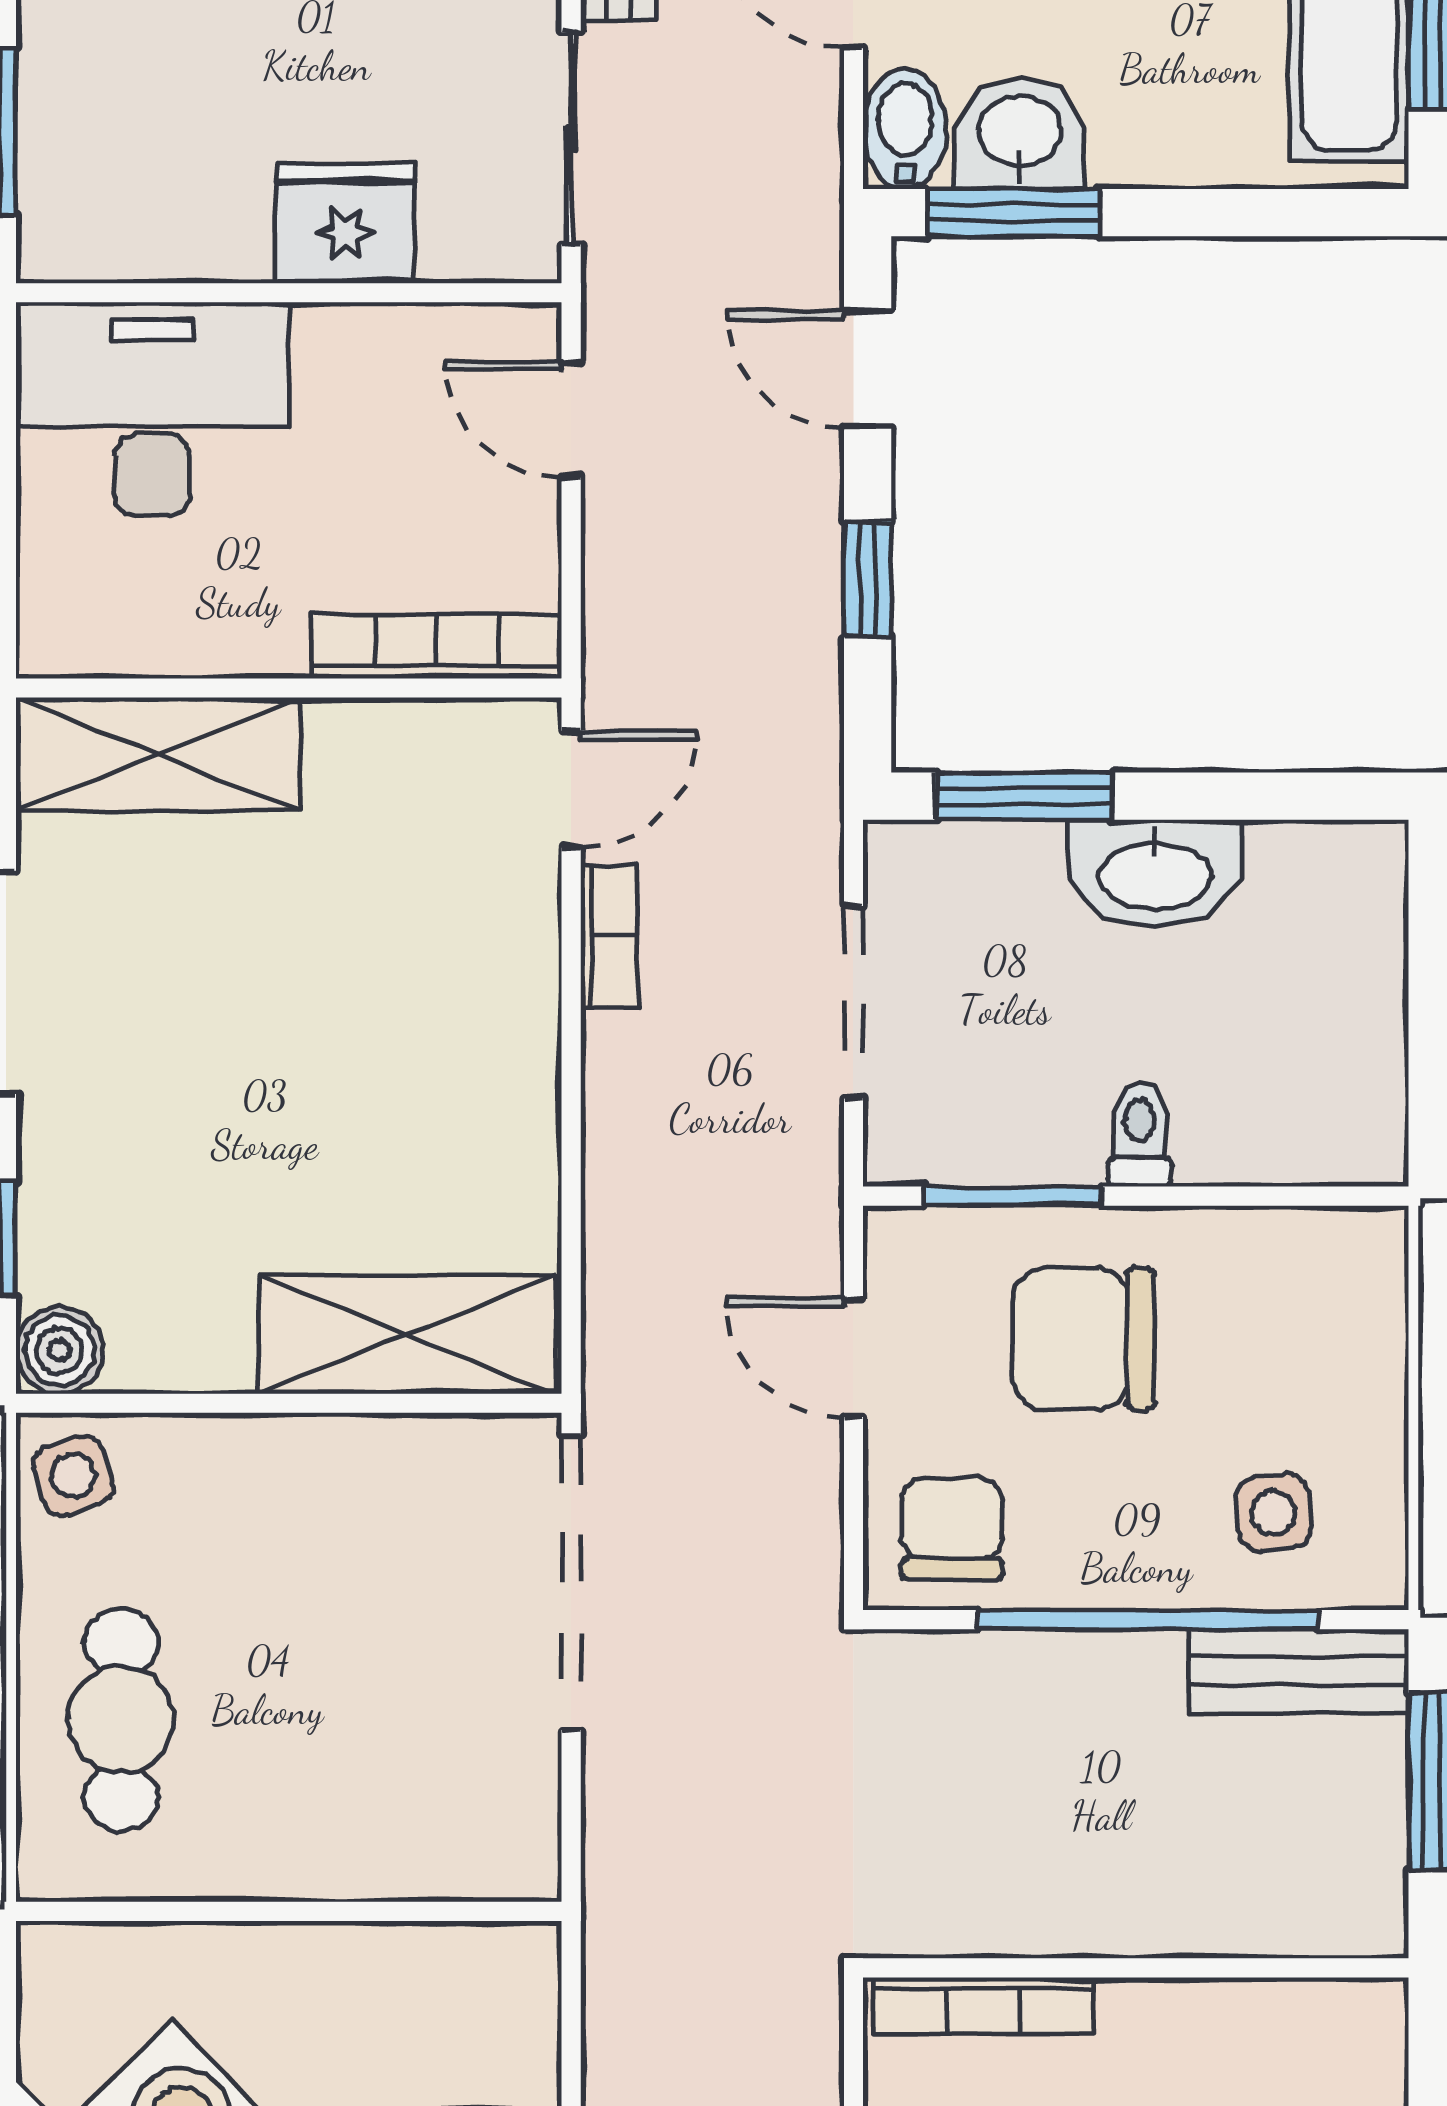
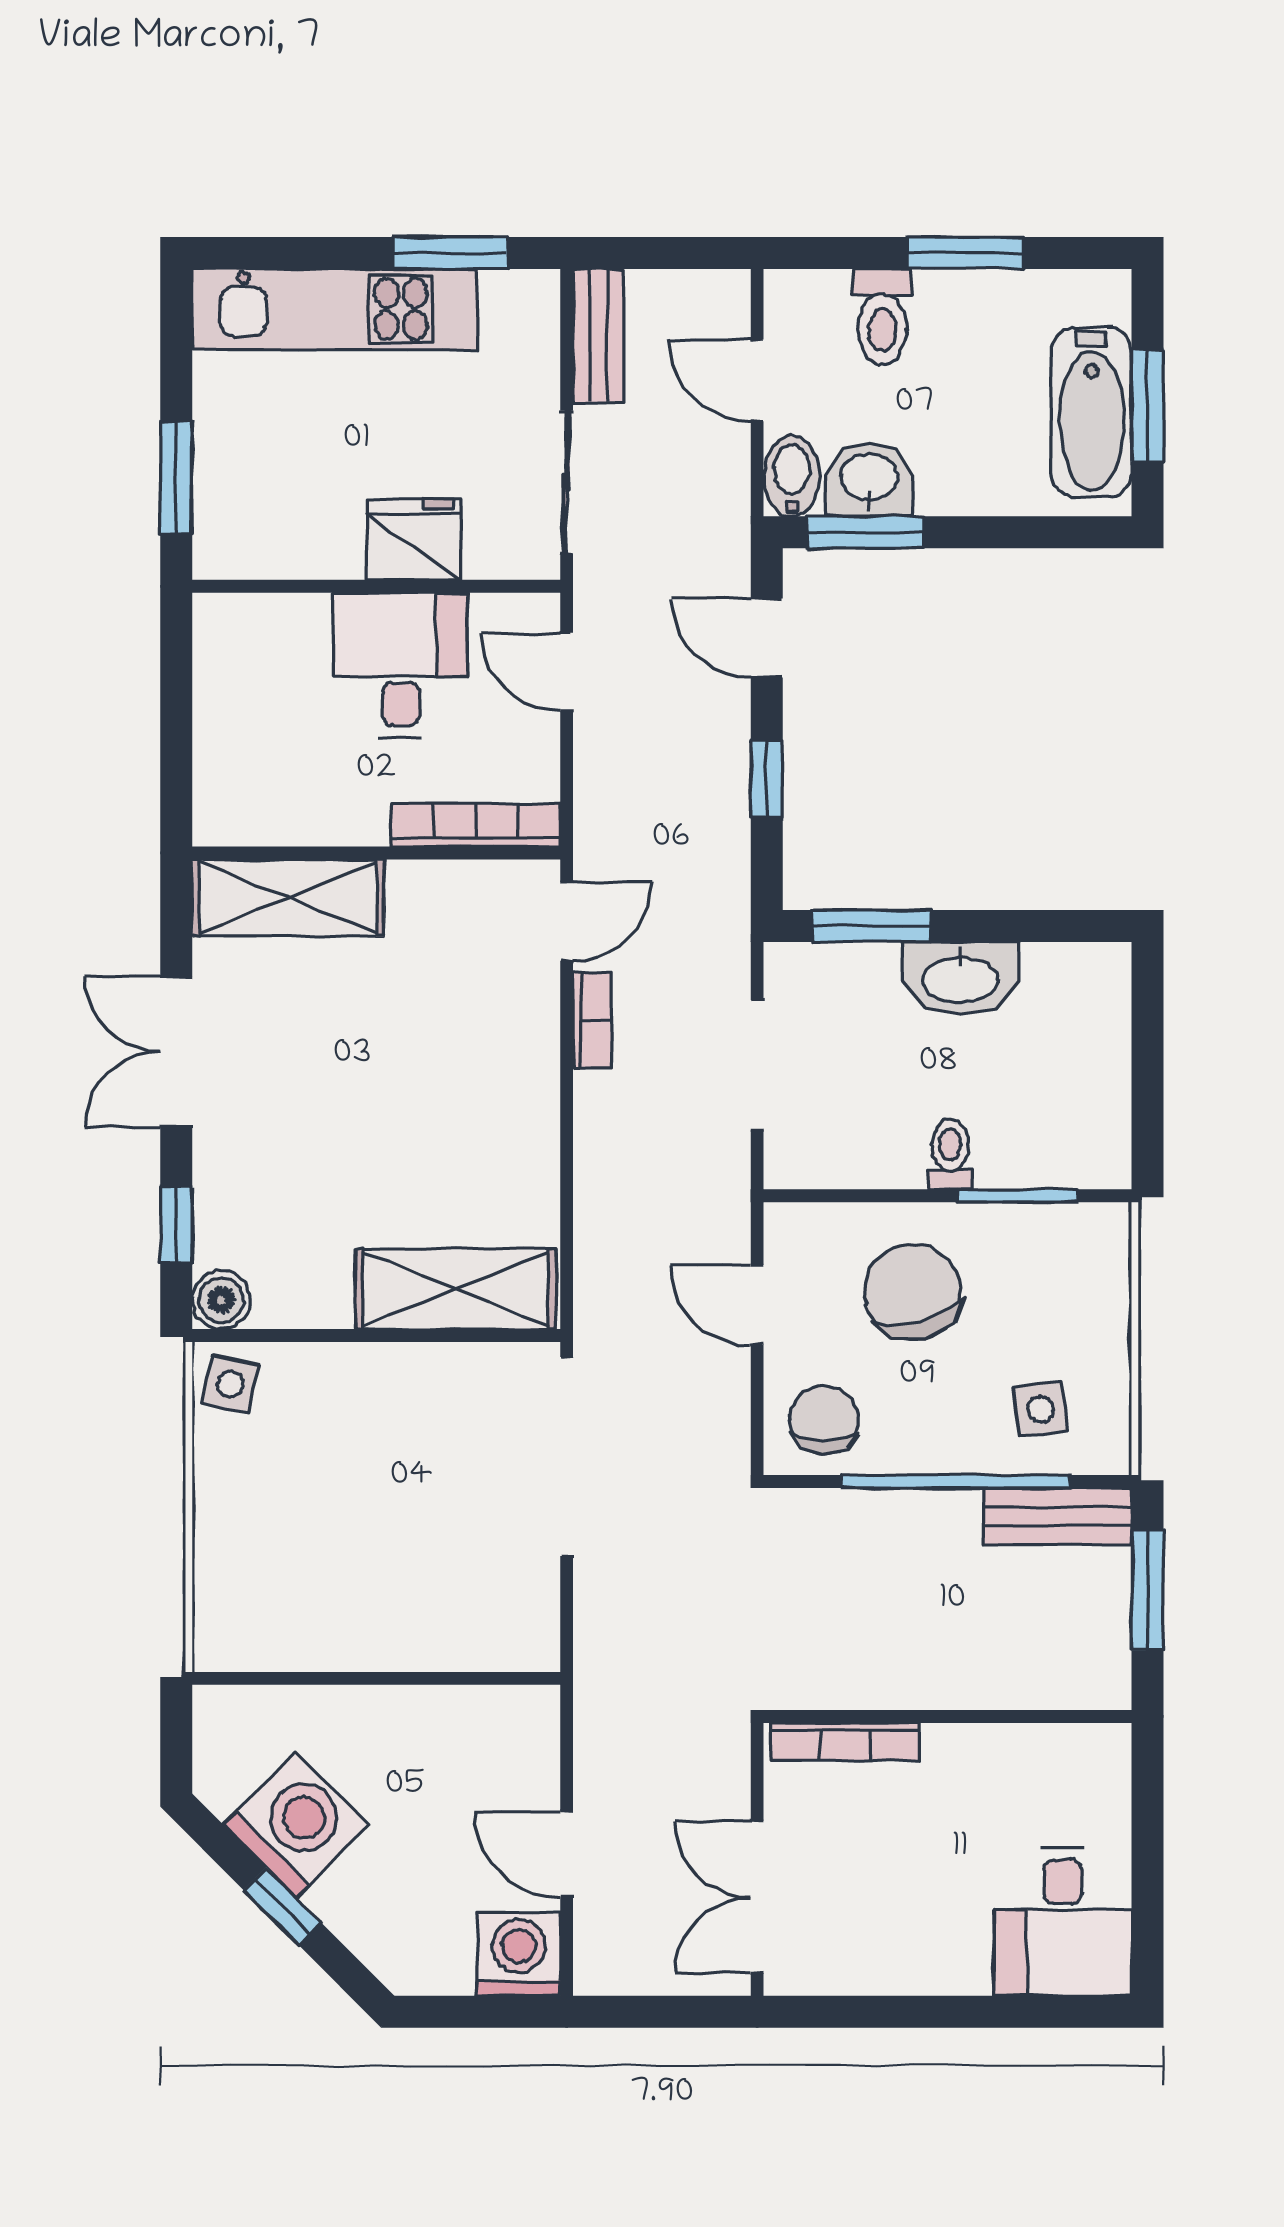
desk: (152, 409) -> (401, 665), moved, width x0.73
window: (1013, 1196) -> (1018, 1196), moved
chair: (1084, 1339) -> (912, 1292), turned 75
side table: (73, 1475) -> (231, 1384), turned 30
cafe table: (121, 1720) -> (263, 1549), removed

